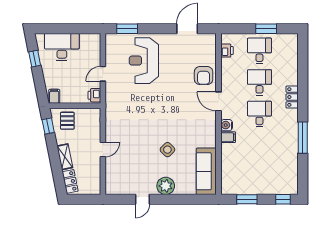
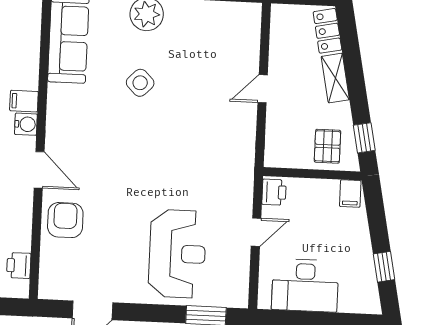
desk: (62, 47) -> (305, 285), moved

